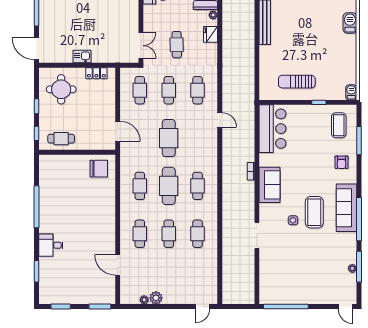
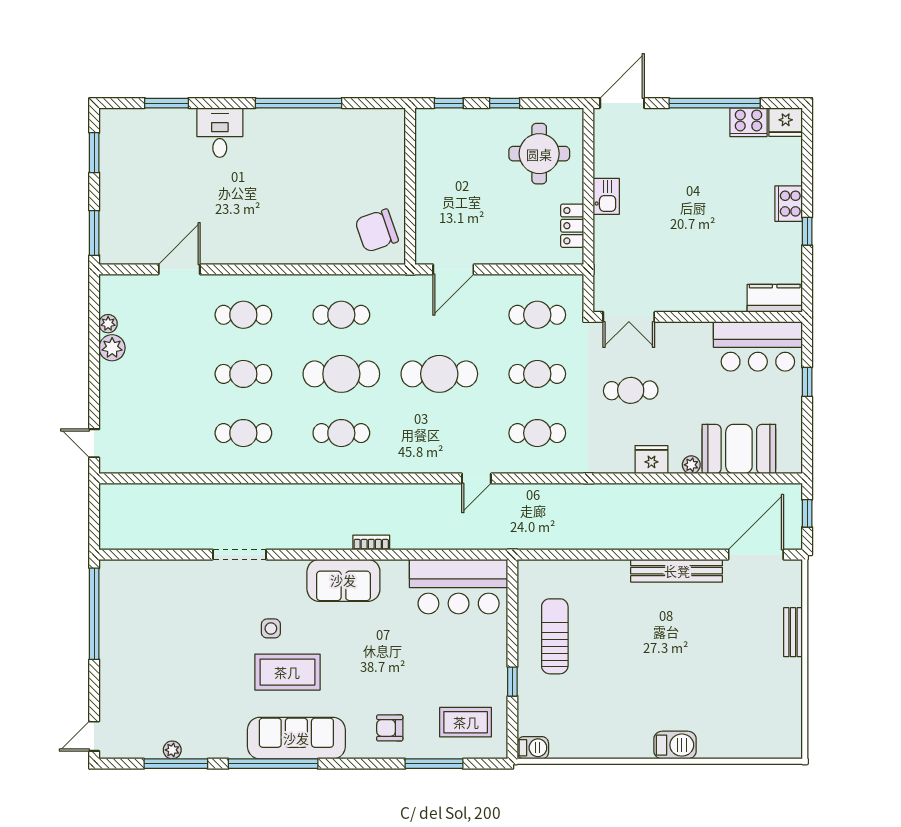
cafe table: (61, 139) -> (438, 154), removed
chair: (99, 169) -> (377, 231), turned 71

